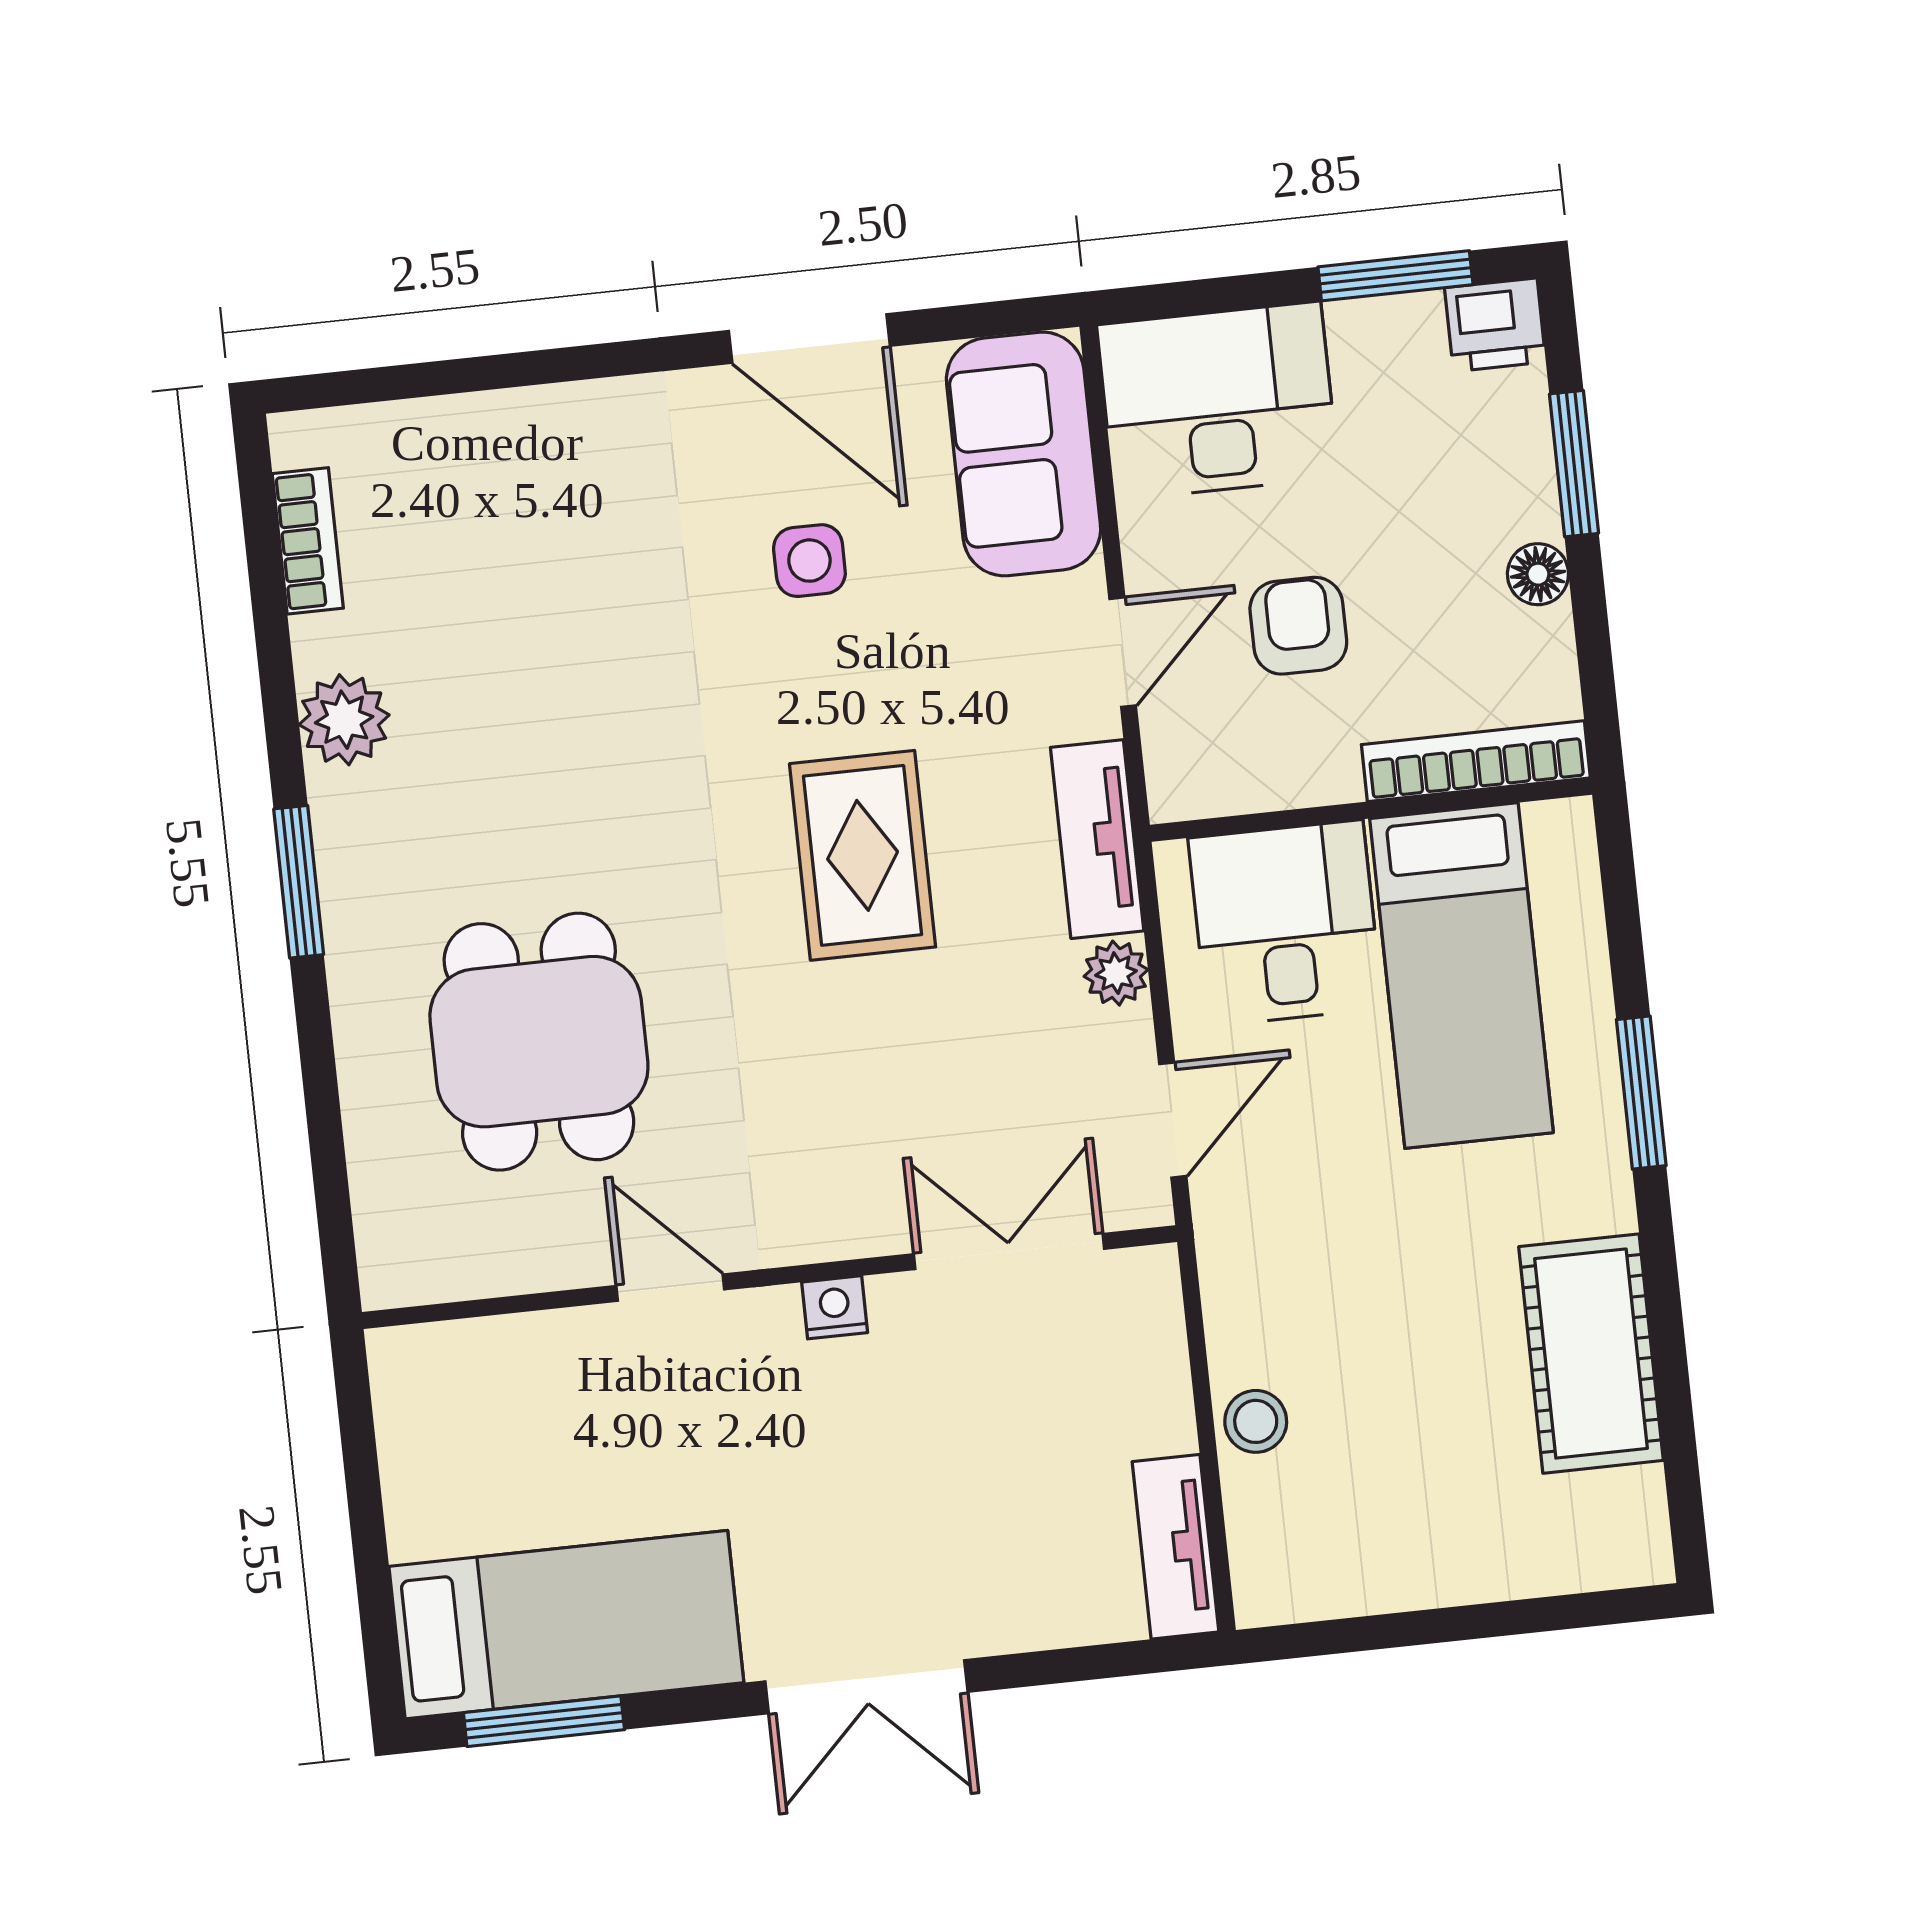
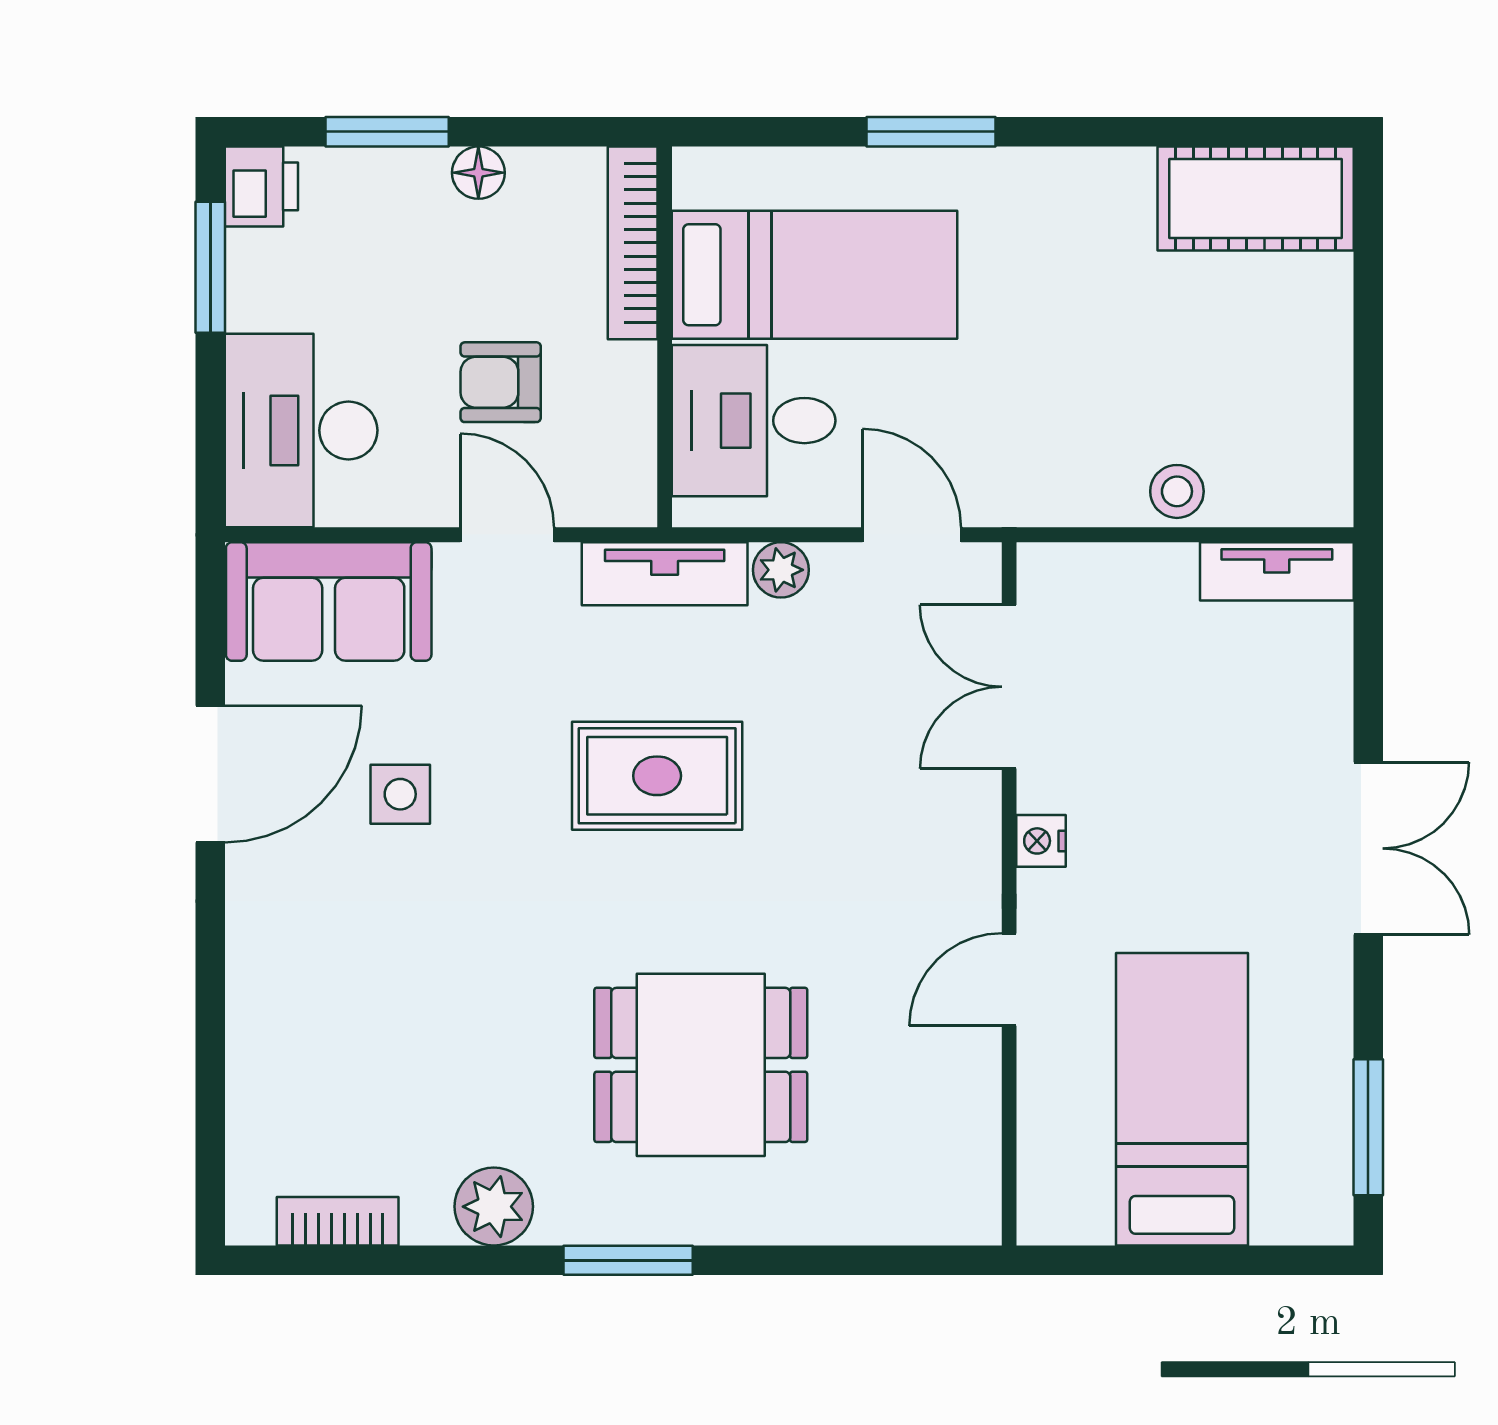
dining table: (539, 1042) -> (701, 1065), moved
cot: (1591, 1354) -> (1256, 199), moved
bed: (566, 1625) -> (1182, 1099), moved

